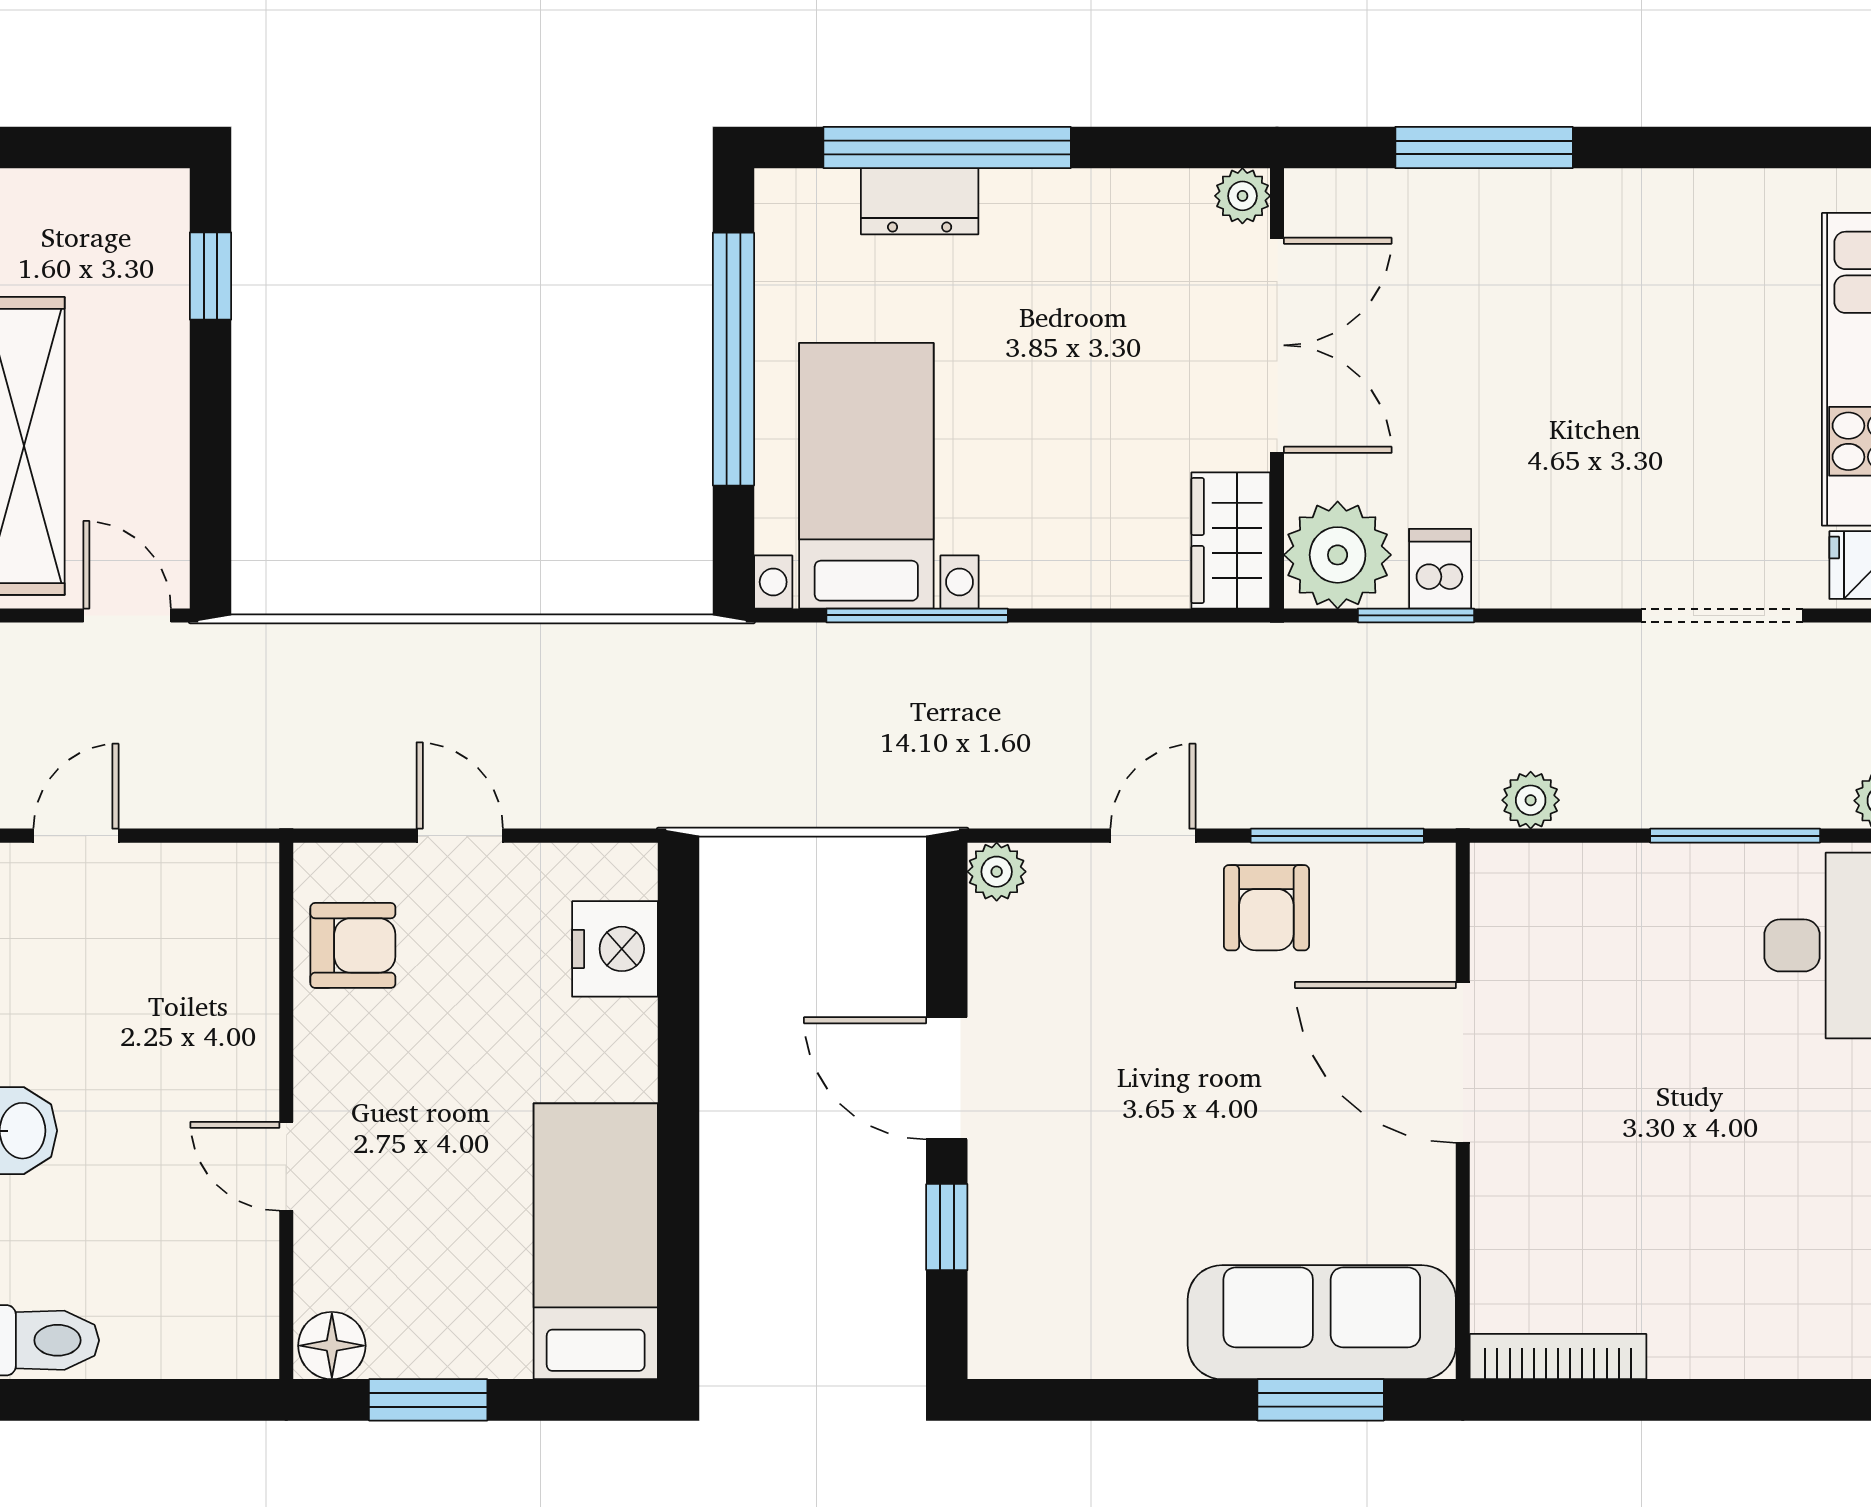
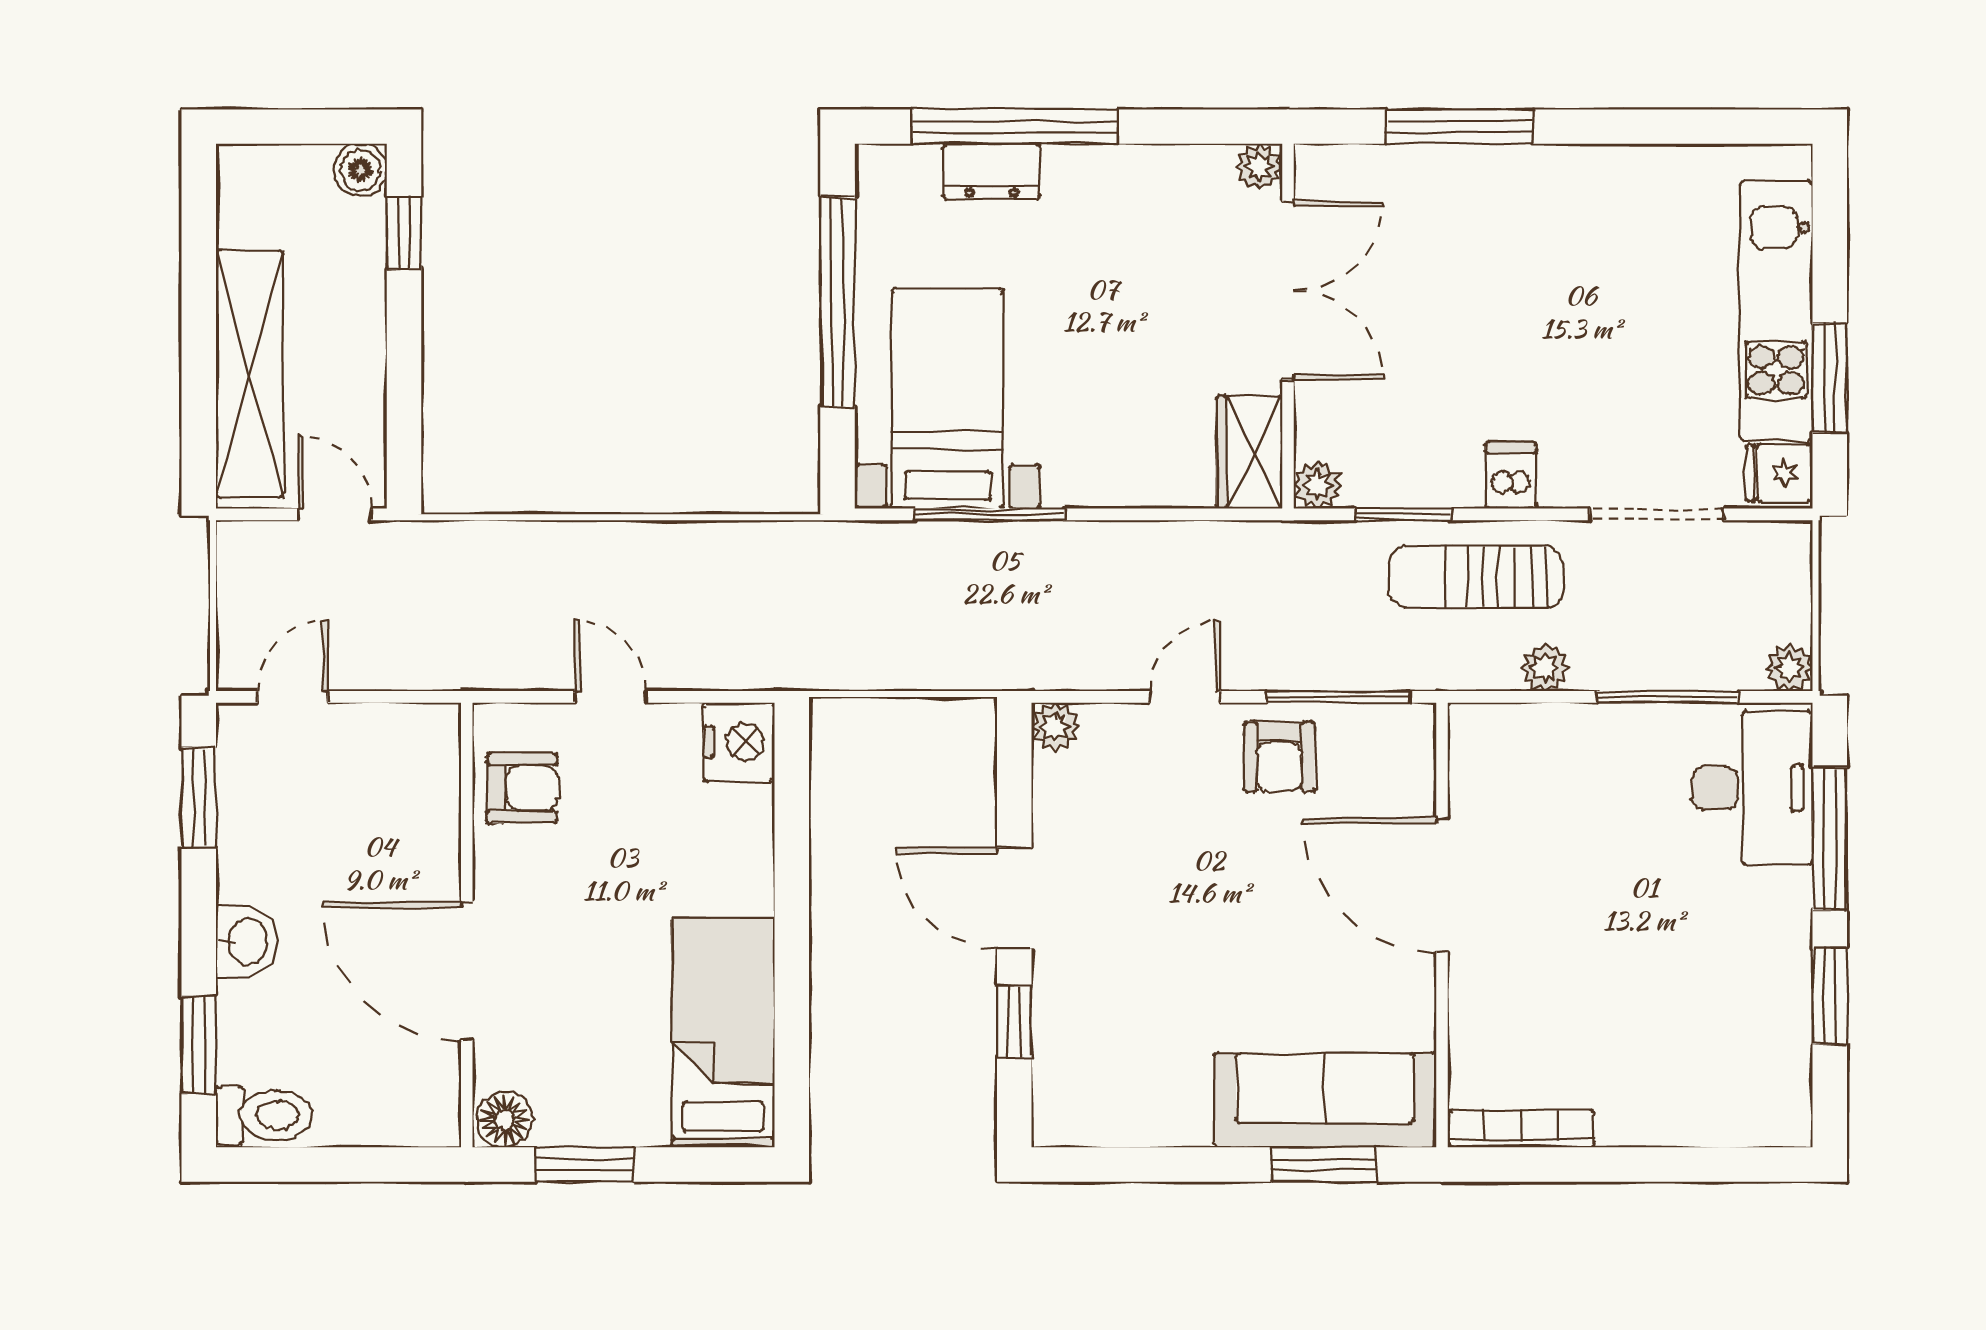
boiler: (158, 200) -> (360, 170), added
plant: (1338, 555) -> (1317, 485), width x0.53, depth x0.53
dishwasher: (1440, 569) -> (1511, 476), moved
sun lounger: (1504, 691) -> (1476, 577), added
plant: (1531, 800) -> (1545, 668), moved
nightstand: (615, 949) -> (739, 742), moved
door: (286, 1166) -> (467, 971), width x1.88

